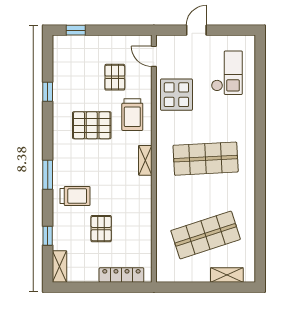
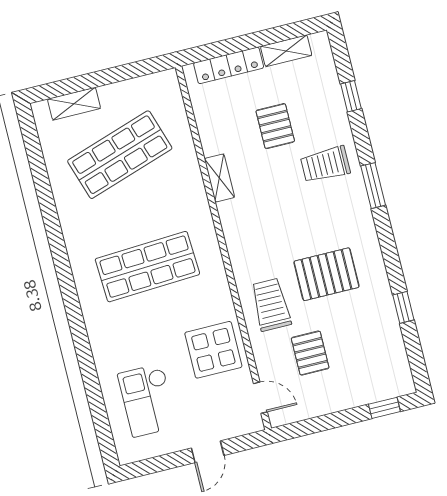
shelving: (145, 160) -> (219, 178), moved
shelving: (60, 267) -> (286, 51), moved, turned 90

